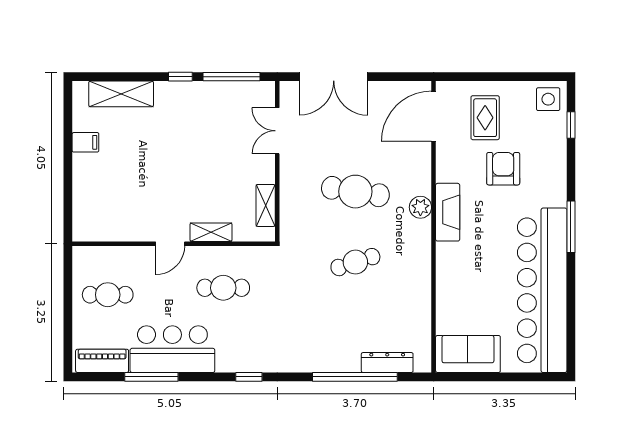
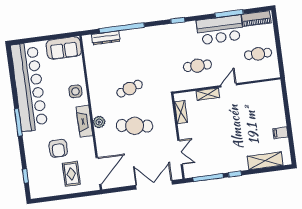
side table: (548, 99) -> (75, 91), moved

